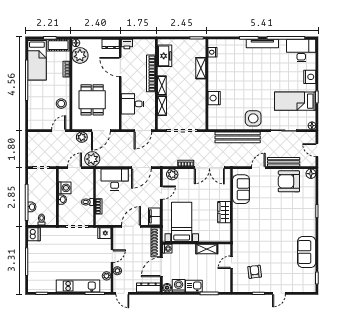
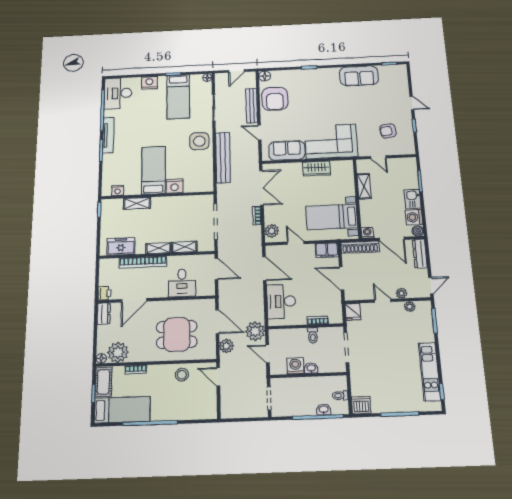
bed: (229, 81) -> (153, 170), added
corner sofa: (248, 225) -> (331, 141), added
kitchen unit: (78, 286) -> (430, 372), moved

